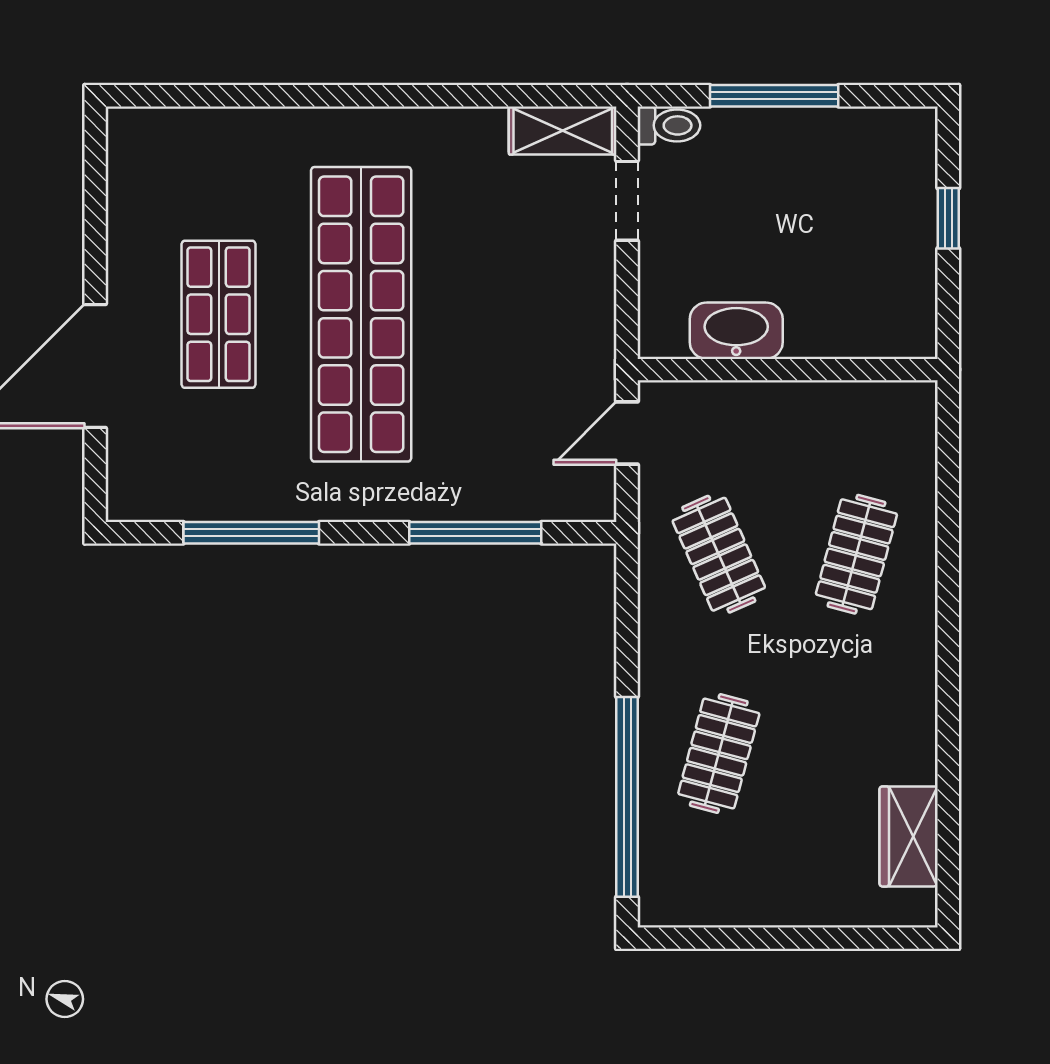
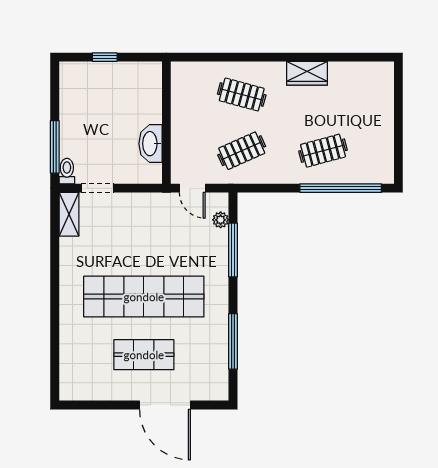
window: (774, 96) -> (55, 147), moved
plant: (549, 502) -> (221, 220), added
clothes rail: (719, 754) -> (323, 151), turned -30
wardrobe: (909, 836) -> (307, 73), moved

